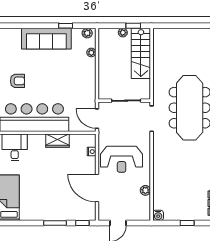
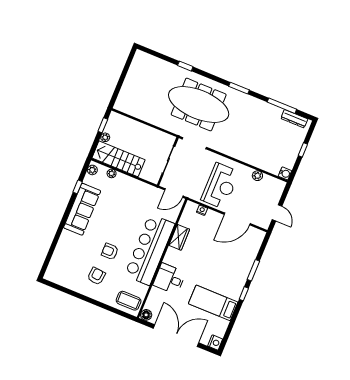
stairs: (141, 53) -> (119, 159), moved, turned 180
armchair: (17, 81) -> (110, 251), turned -90
window: (82, 223) -> (244, 294), moved

